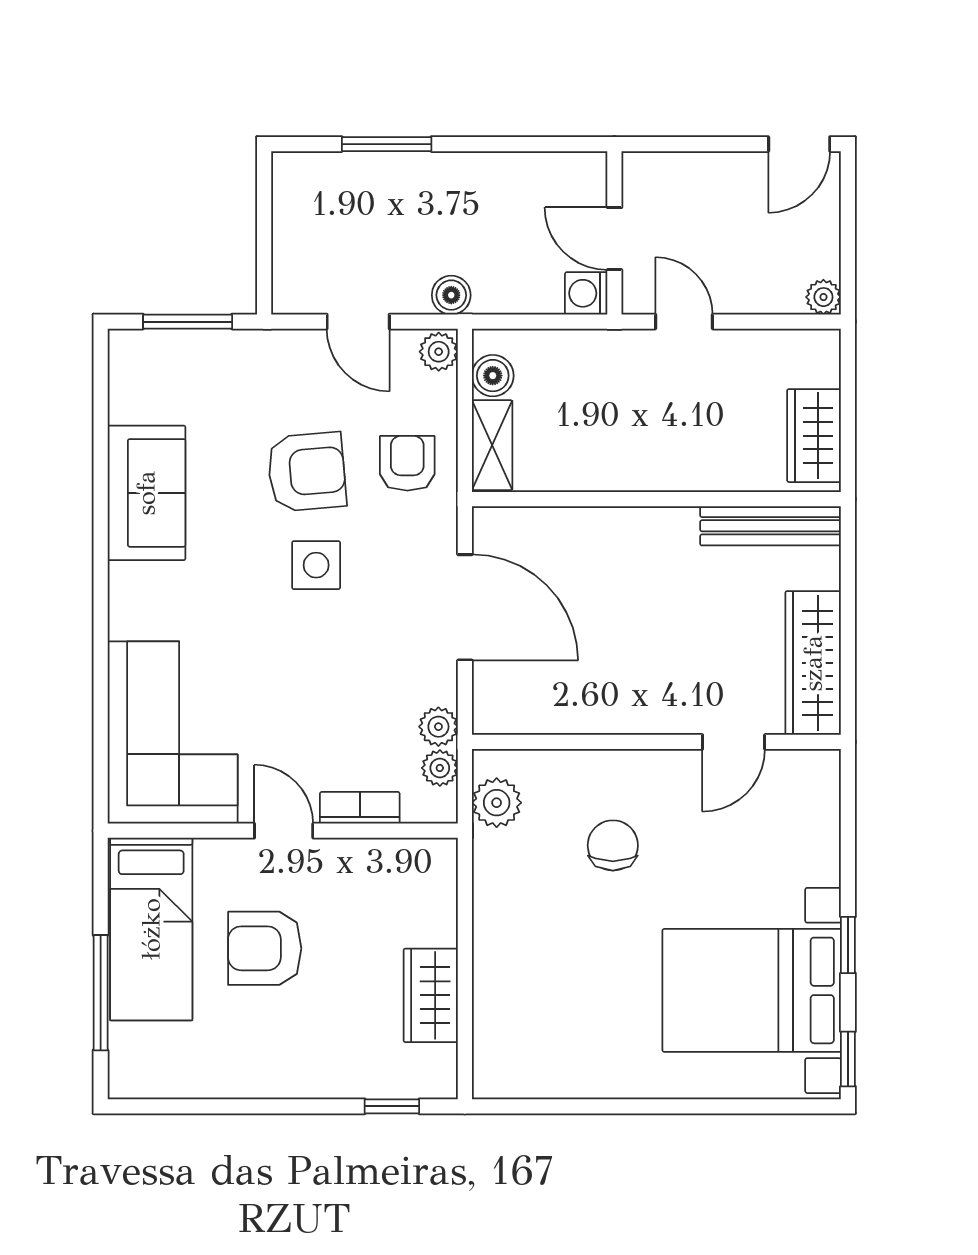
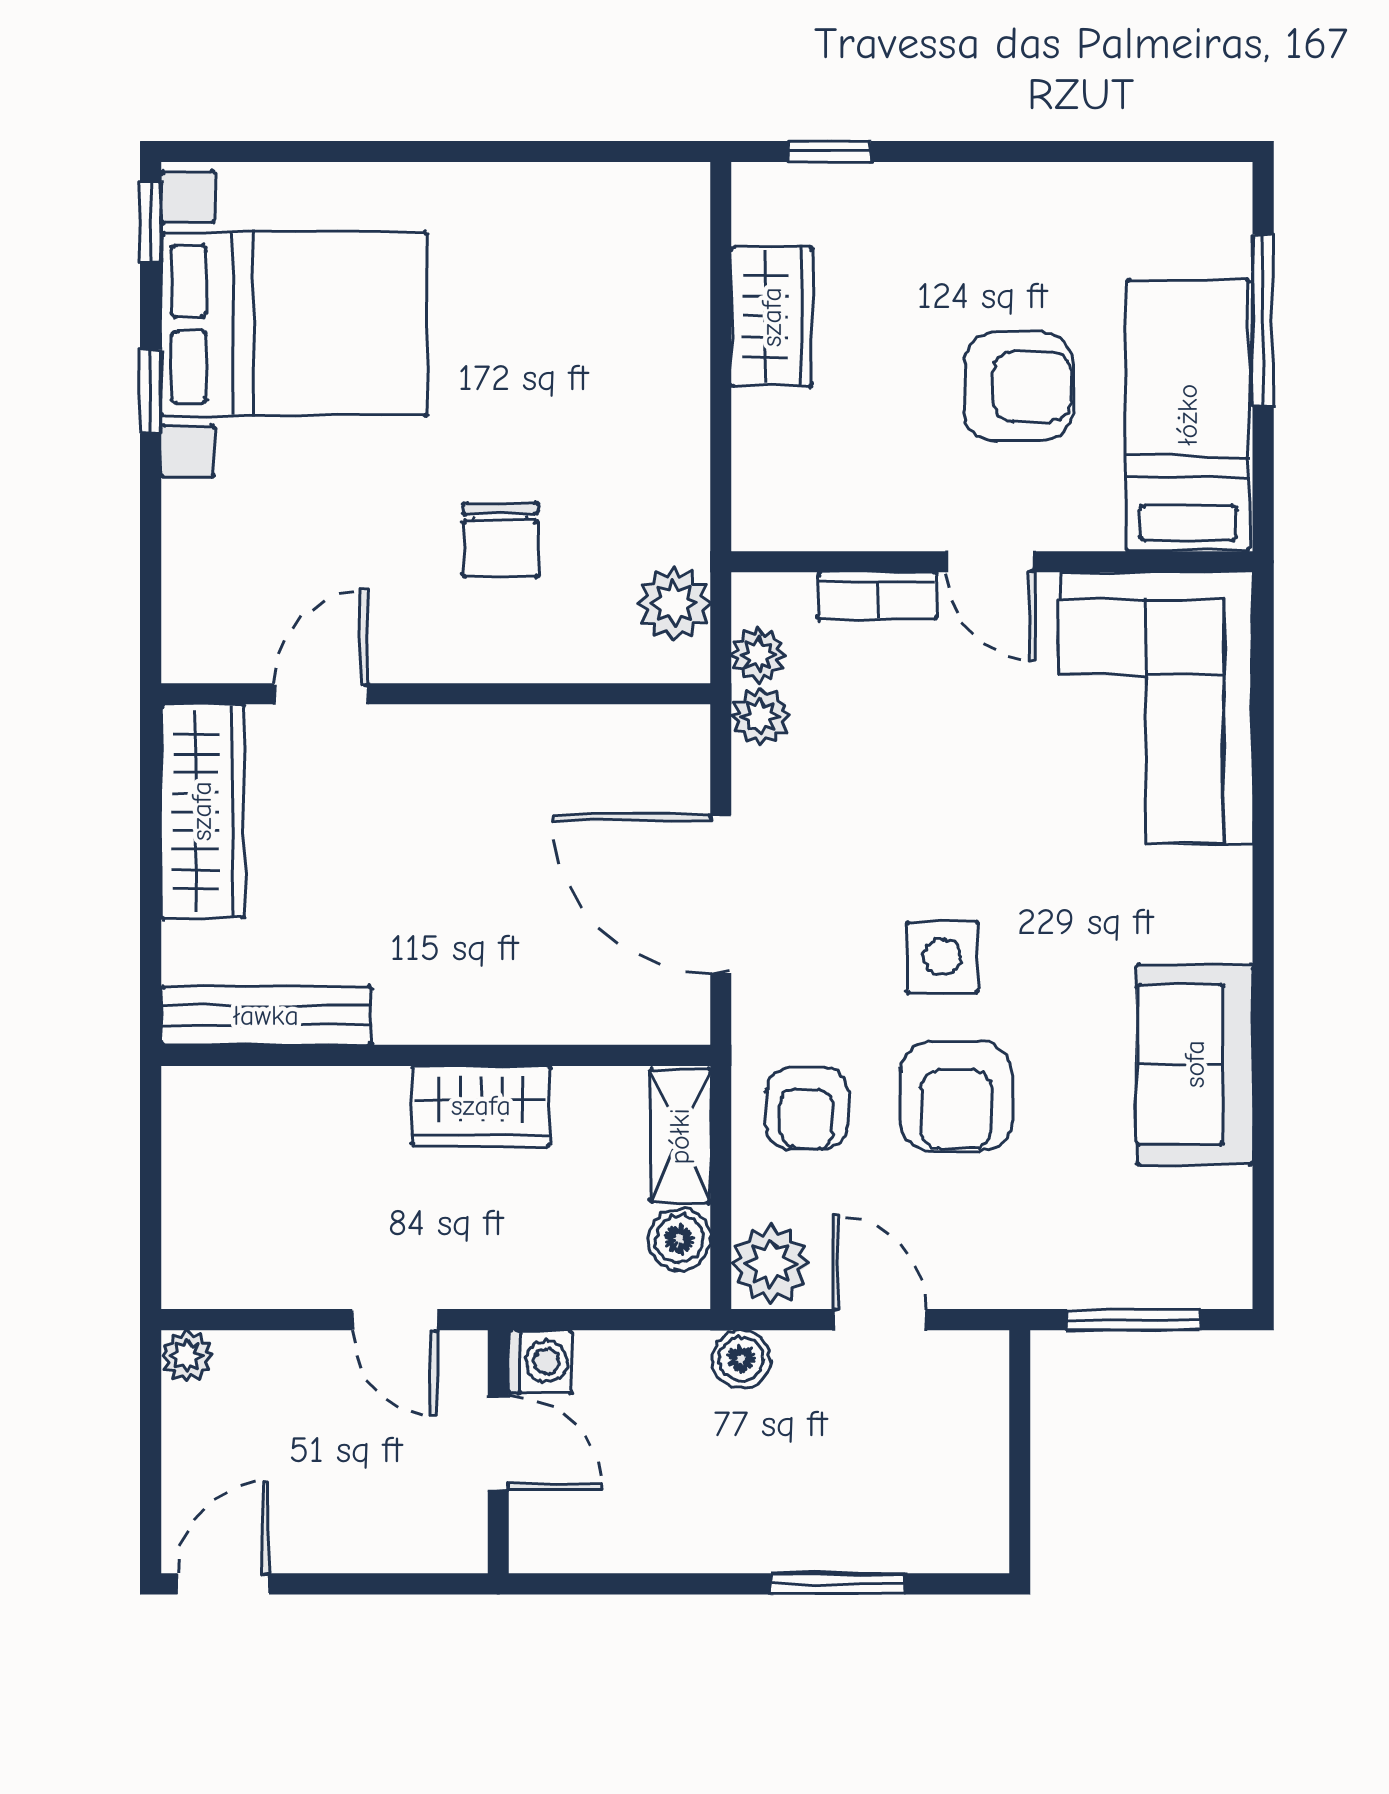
plant: (439, 352) -> (771, 1264), width x1.38, depth x1.38
wardrobe: (814, 436) -> (481, 1106), moved, turned 90
armchair: (307, 472) -> (956, 1096), turned -85

